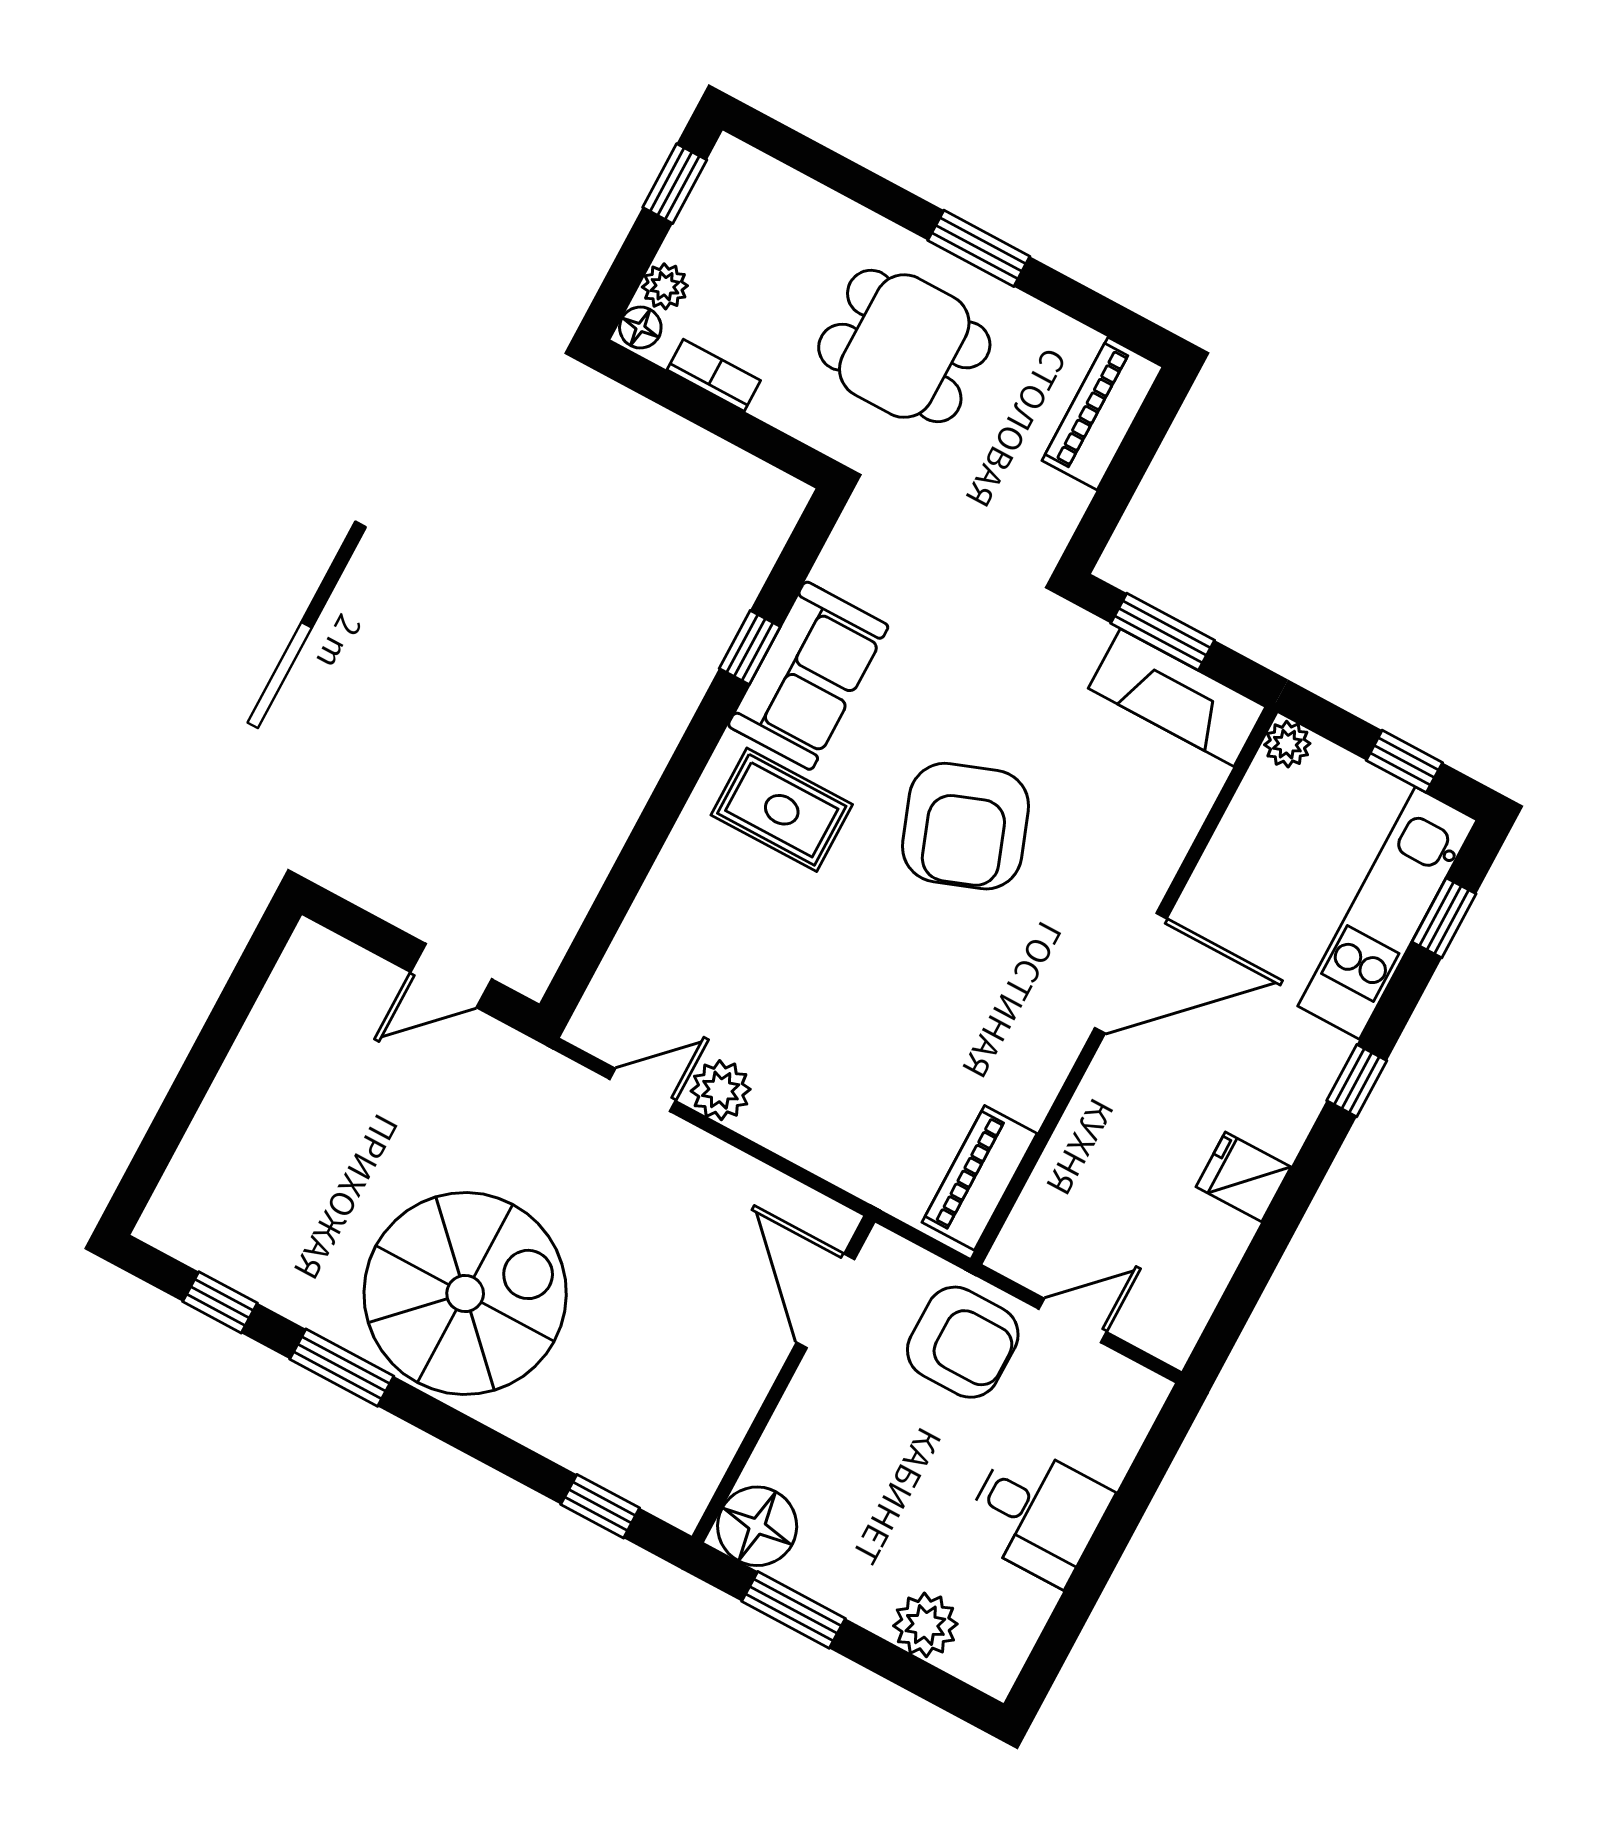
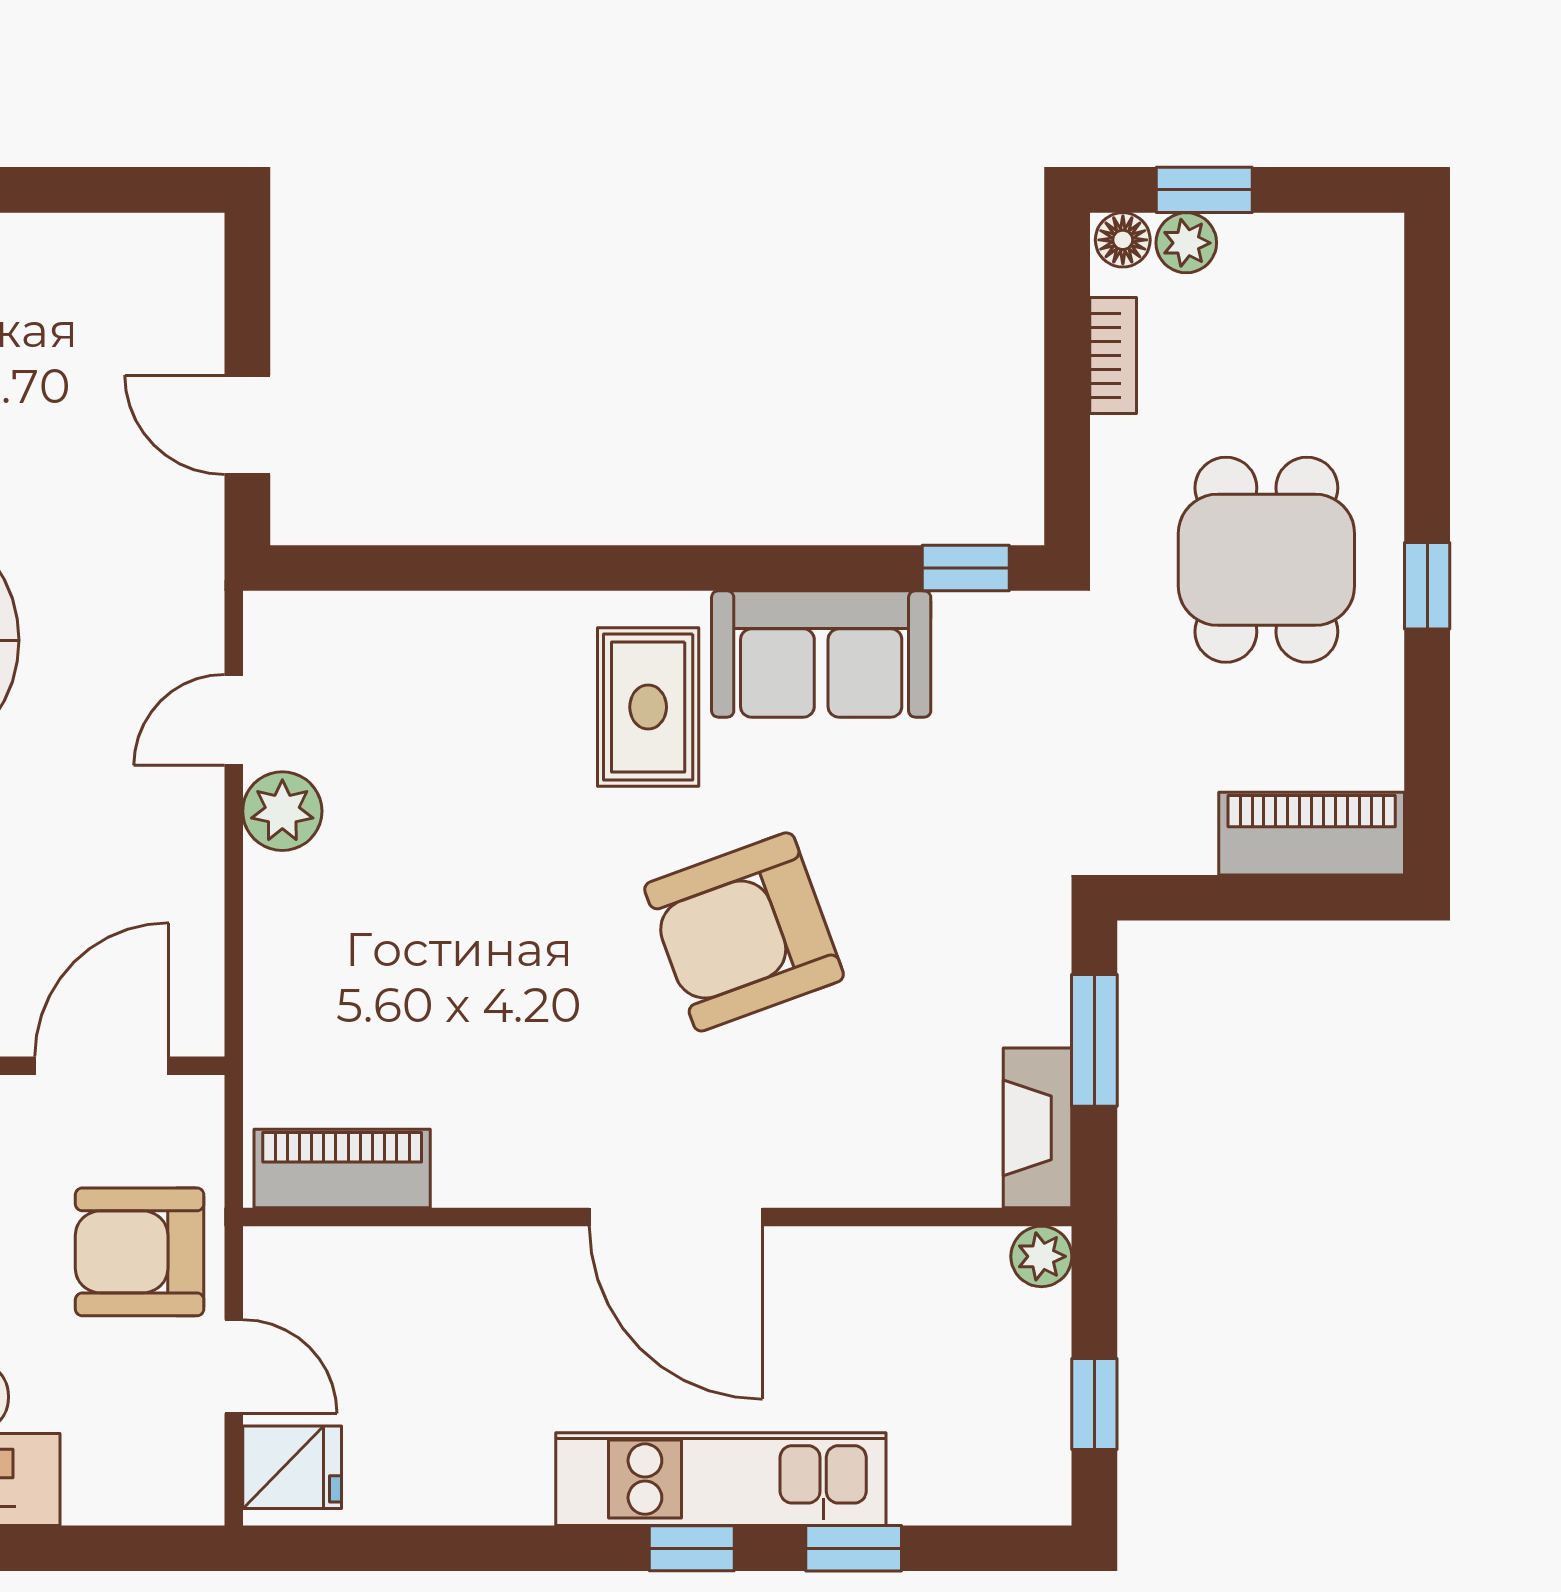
window: (675, 184) -> (1204, 190), moved
window: (979, 248) -> (1427, 586), width x0.67
window: (750, 647) -> (966, 568), moved
fireplace: (1177, 698) -> (1038, 1128), width x0.73, depth x0.76
kitchen unit: (1387, 913) -> (721, 1479), moved
window: (1444, 918) -> (854, 1548), moved
door: (643, 1090) -> (234, 720), swing flipped
fridge: (1243, 1177) -> (292, 1467), moved, turned 90
armchair: (963, 1342) -> (140, 1252), turned 90

